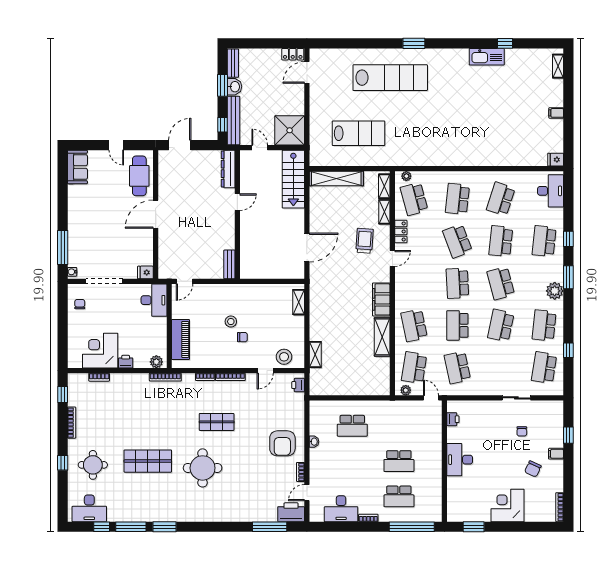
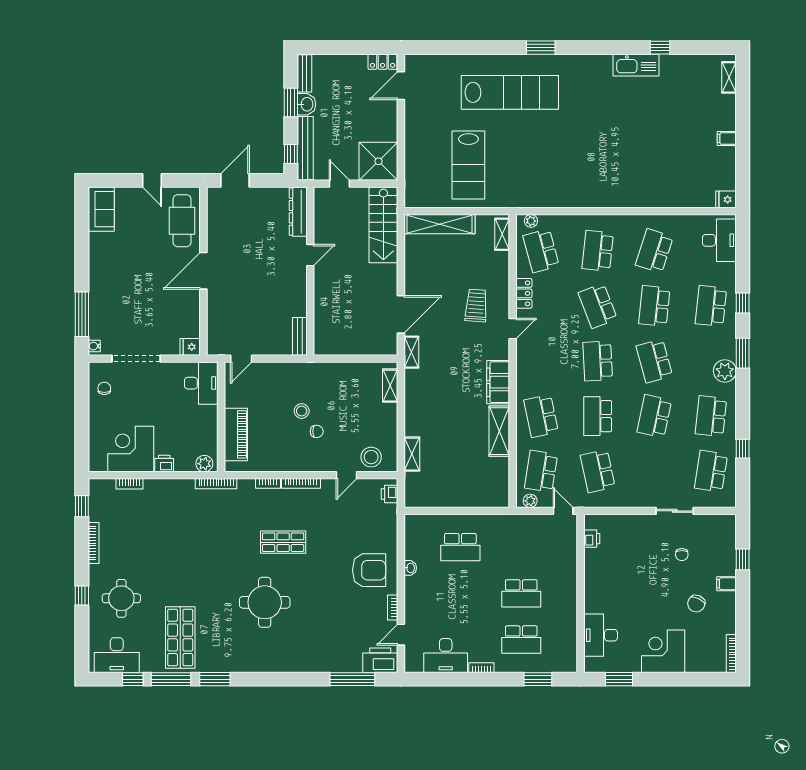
lab bench: (358, 133) -> (468, 165), turned 90
shelving: (384, 212) -> (411, 352), moved
armchair: (282, 443) -> (369, 570), turned -90
desk: (460, 460) -> (601, 635), moved
shop shelf: (148, 461) -> (180, 637), moved, turned 90
window: (412, 527) -> (538, 679), width x0.47

